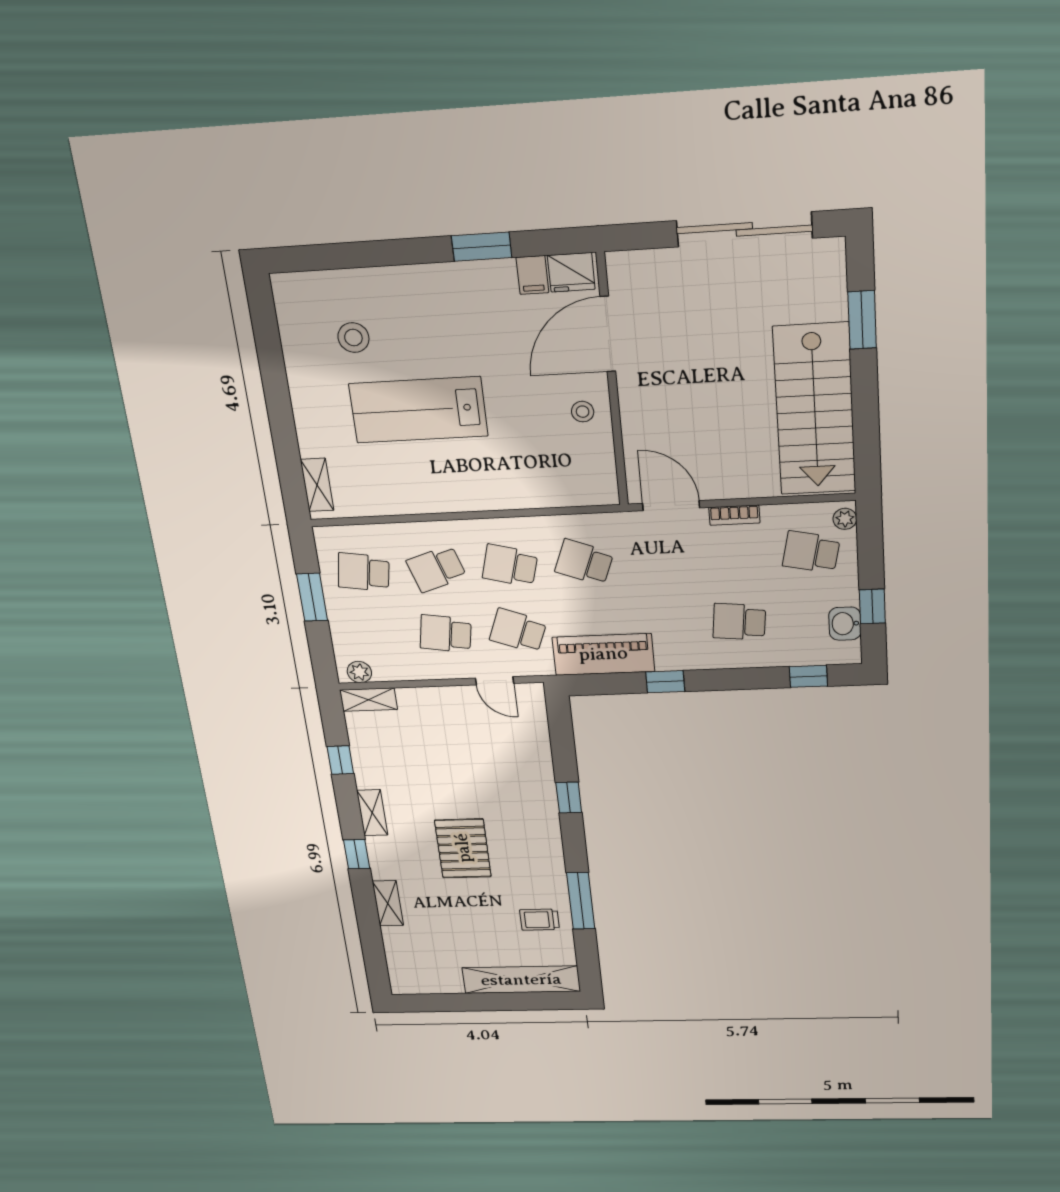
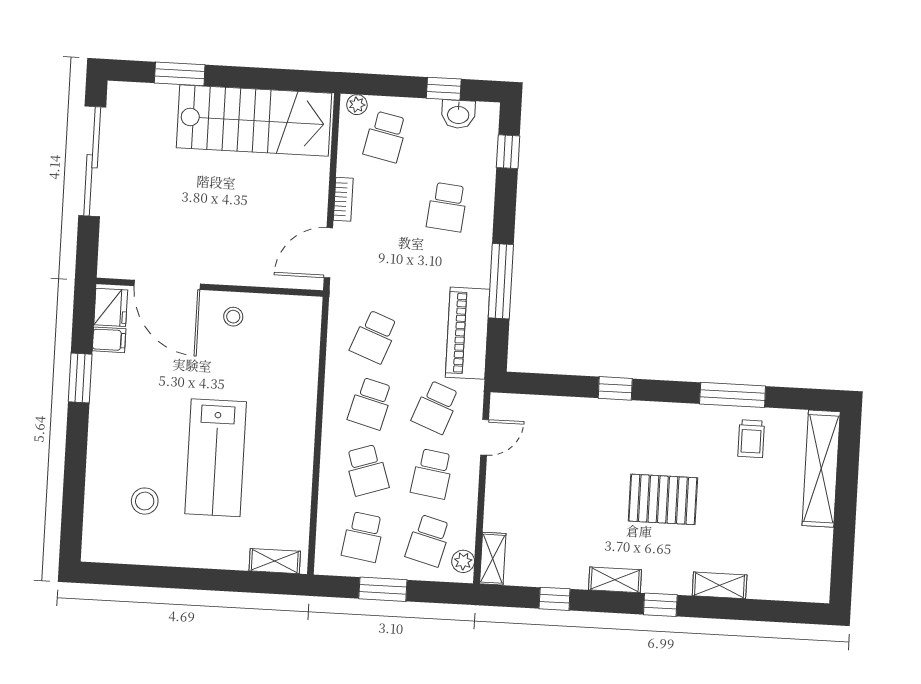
school desk: (374, 637) -> (428, 540), added
window: (665, 682) -> (501, 281), width x2.17

